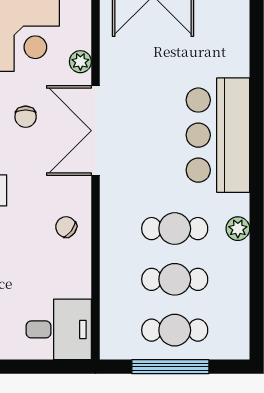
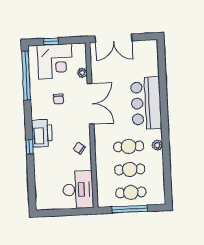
double door: (96, 131) -> (91, 104), swing flipped
desk: (59, 329) -> (78, 190), width x1.37

